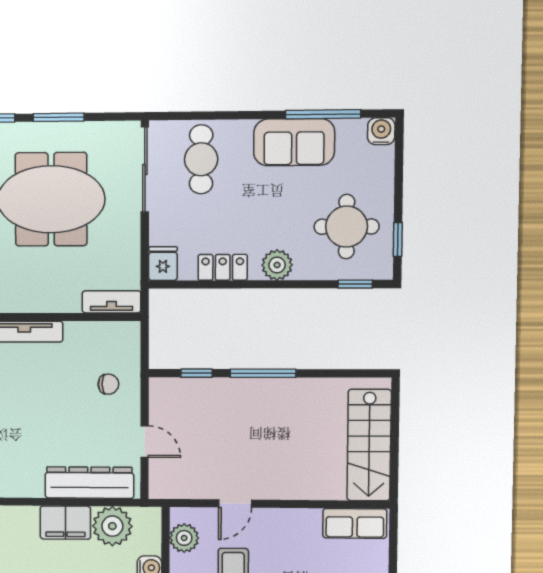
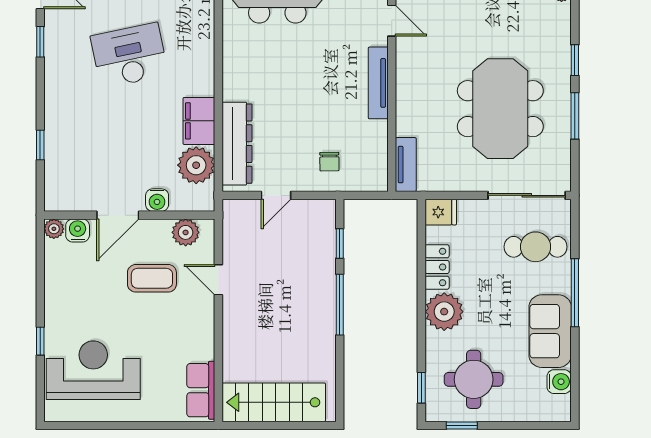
window: (323, 114) -> (575, 293), moved
water cooler: (381, 131) -> (559, 382), moved
plant: (277, 265) -> (444, 312), width x1.36, depth x1.36

